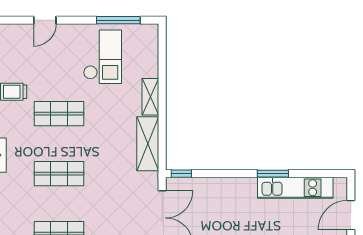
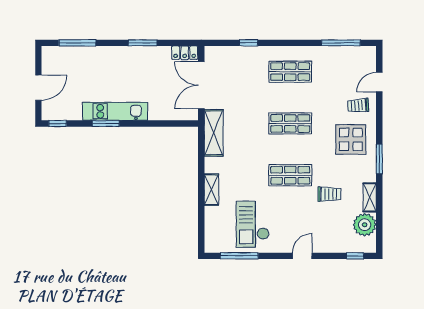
shelving: (148, 144) -> (214, 133), moved
window: (181, 174) -> (58, 123), moved
kitchen unit: (295, 188) -> (115, 111), moved

